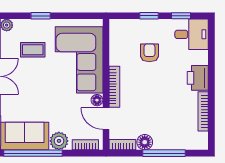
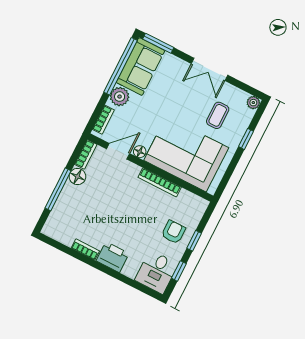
armchair: (149, 53) -> (173, 232), moved, turned -90
bookcase: (114, 87) -> (160, 182), moved
bookcase: (203, 111) -> (85, 249), width x0.64

